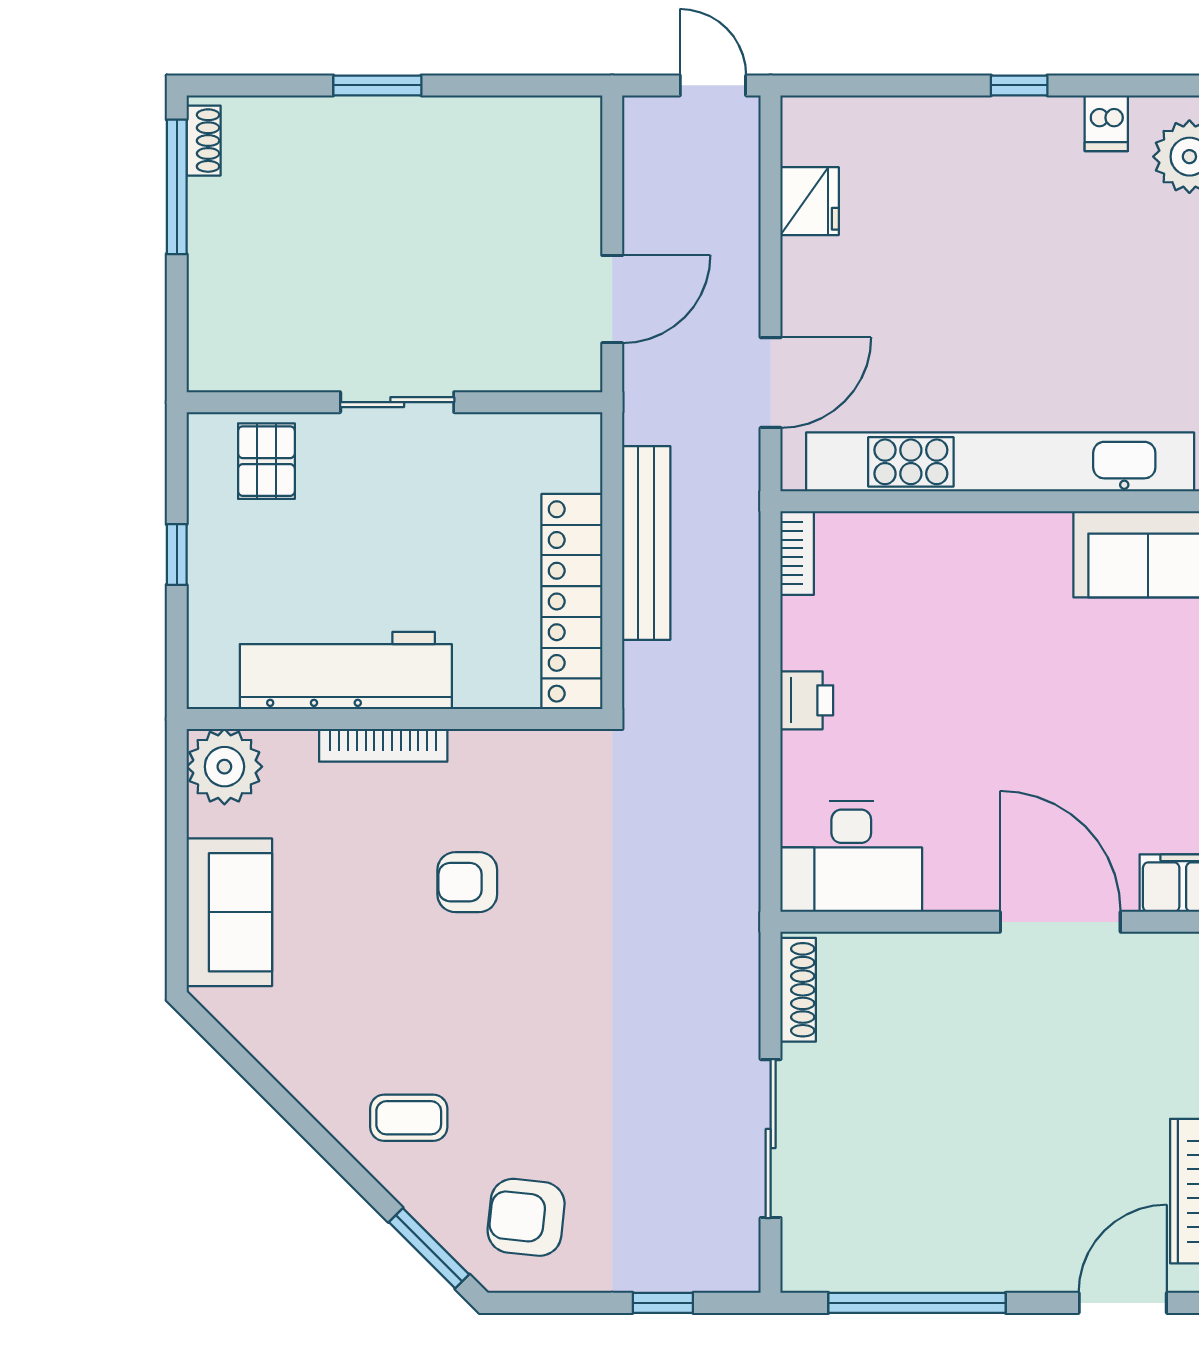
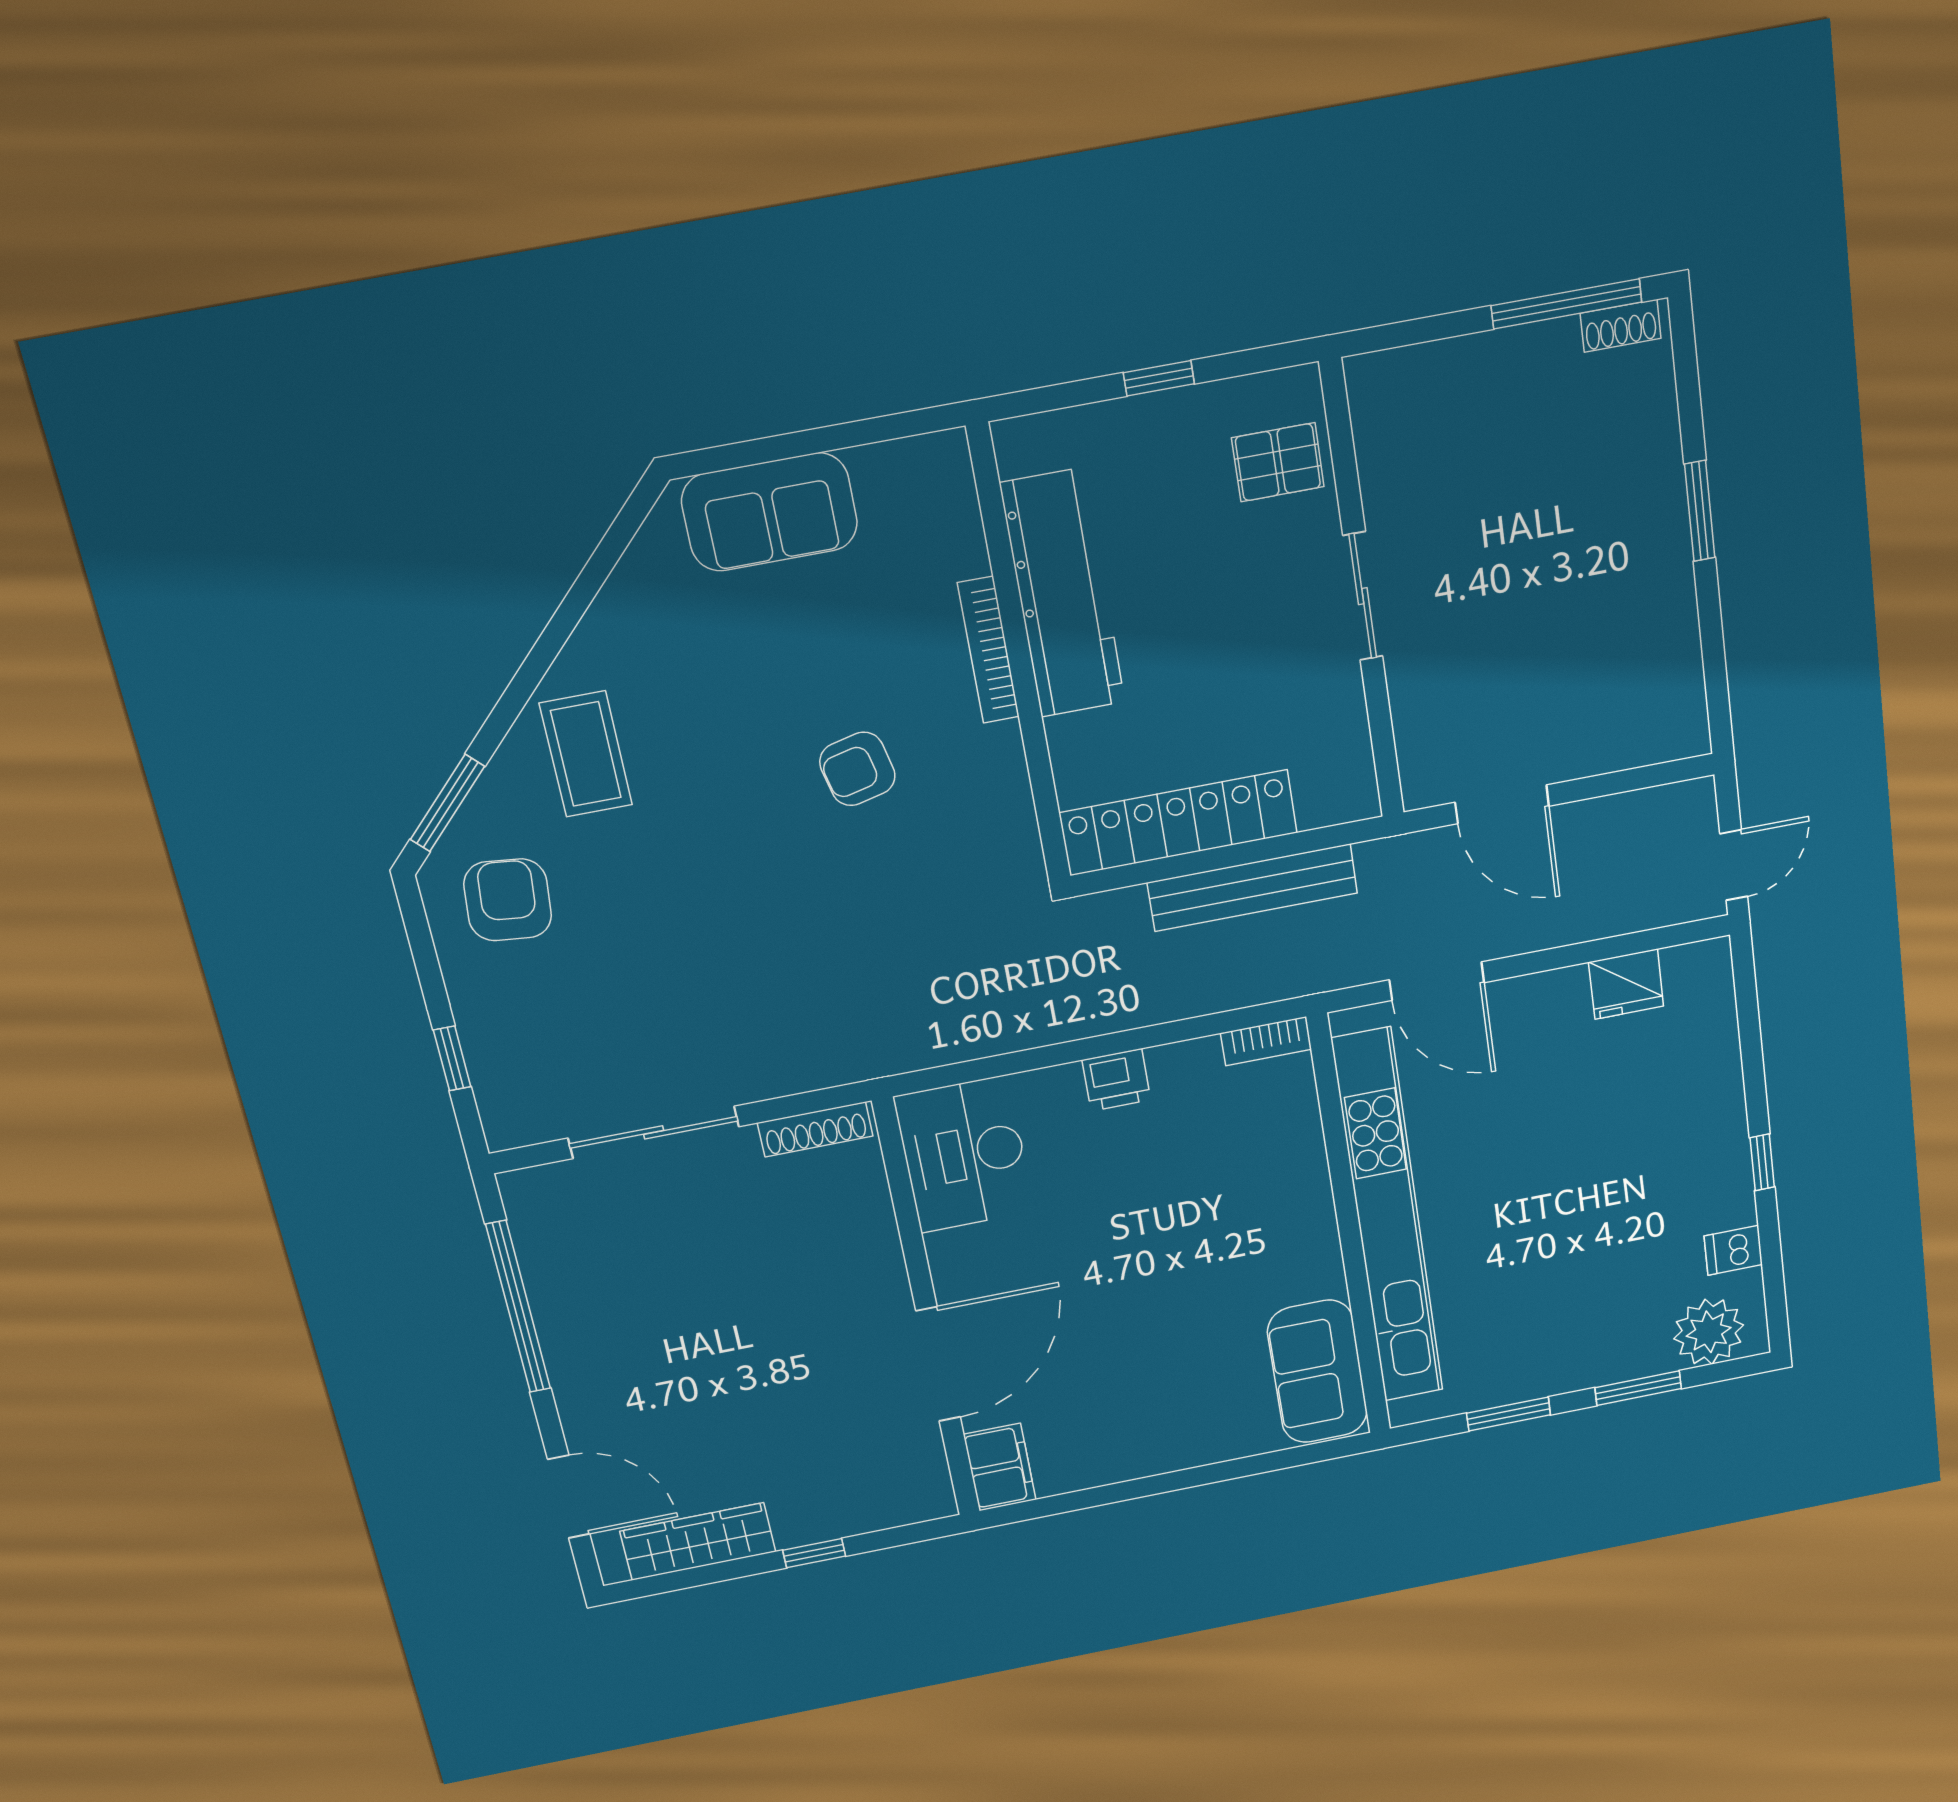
plant: (224, 767) -> (932, 477), removed
armchair: (467, 882) -> (857, 769), turned -103
coffee table: (409, 1118) -> (586, 754), width x1.36, depth x1.30

